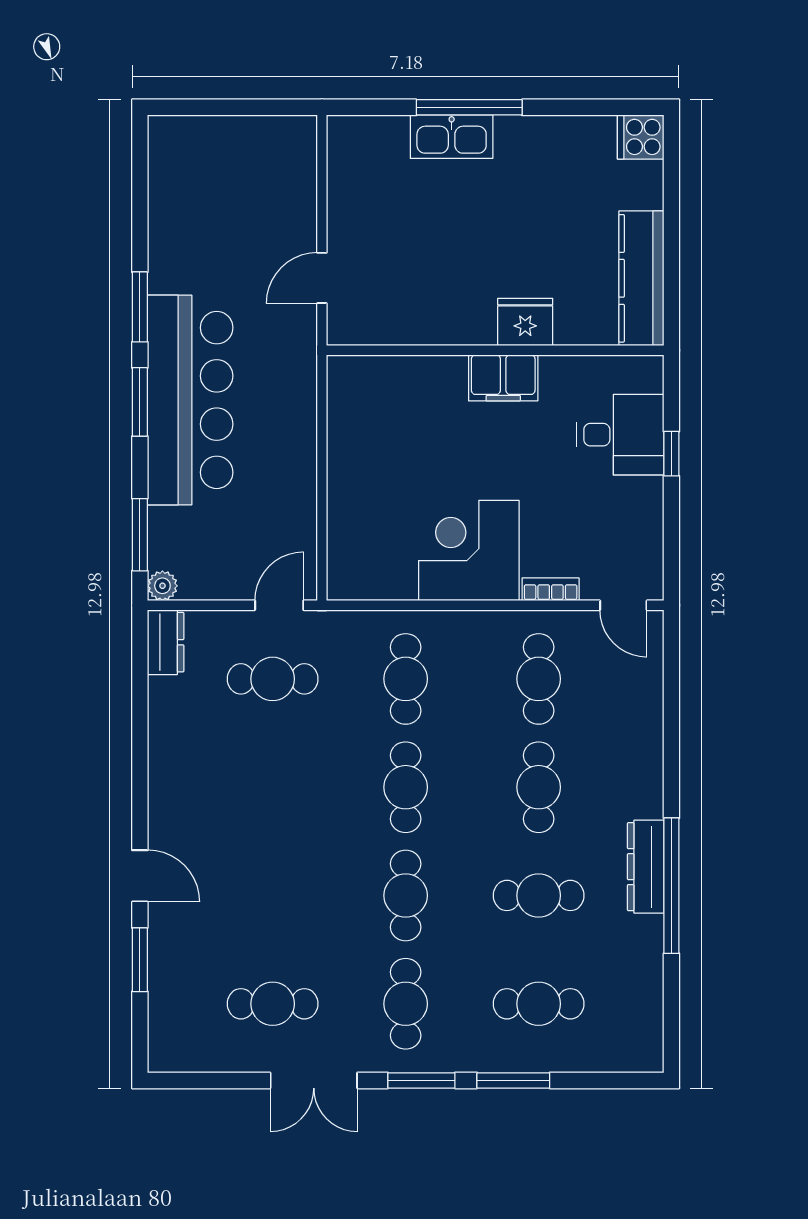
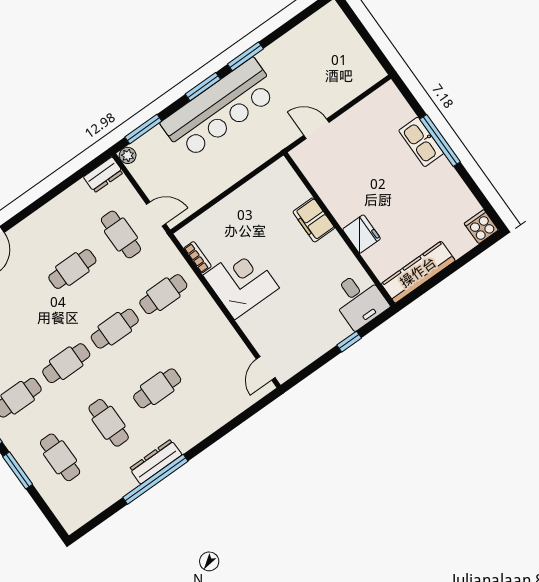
filing cabinet: (503, 378) -> (314, 220), moved
desk: (620, 435) -> (359, 300), moved
bookcase: (551, 589) -> (198, 257), moved
cafe table: (539, 679) -> (72, 269), moved

